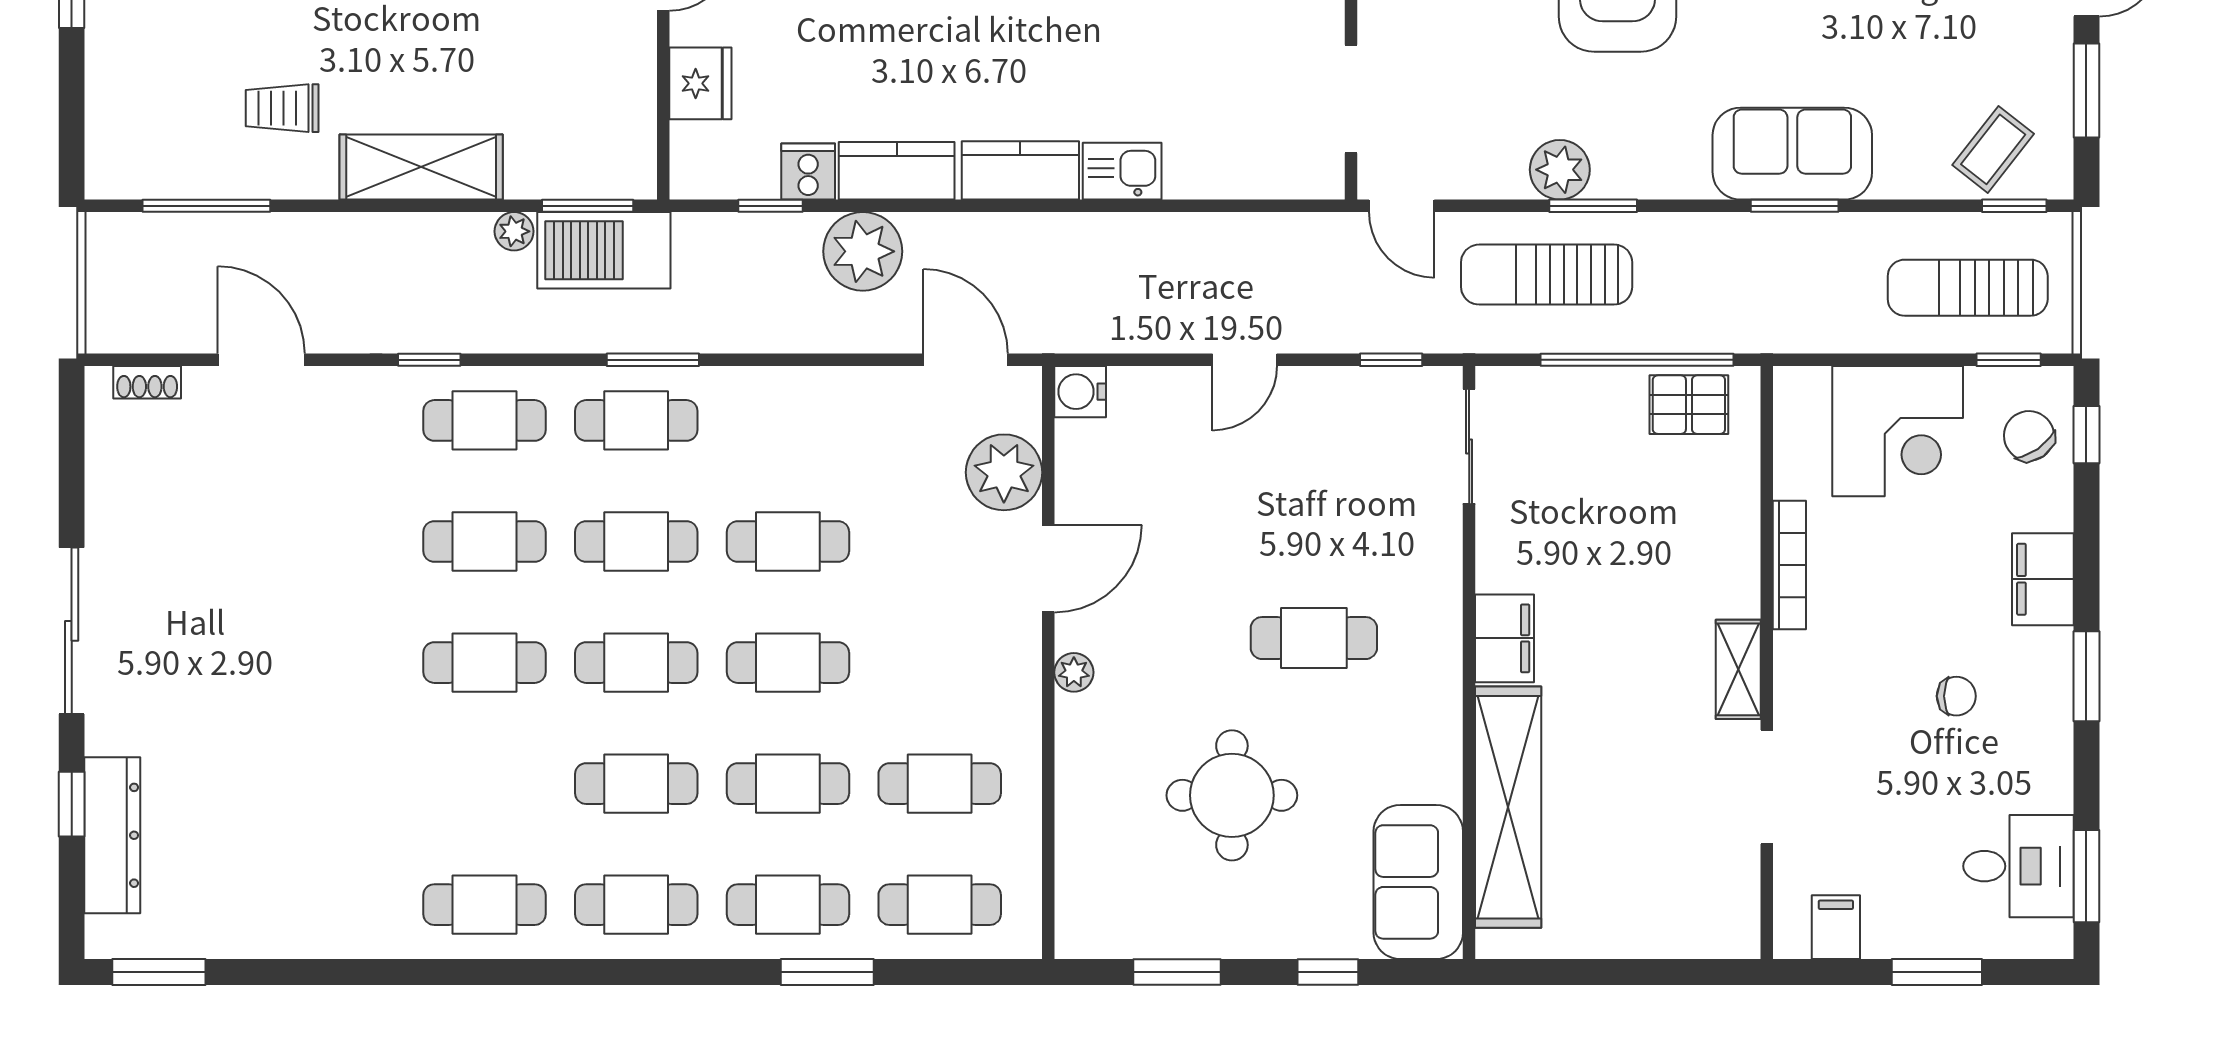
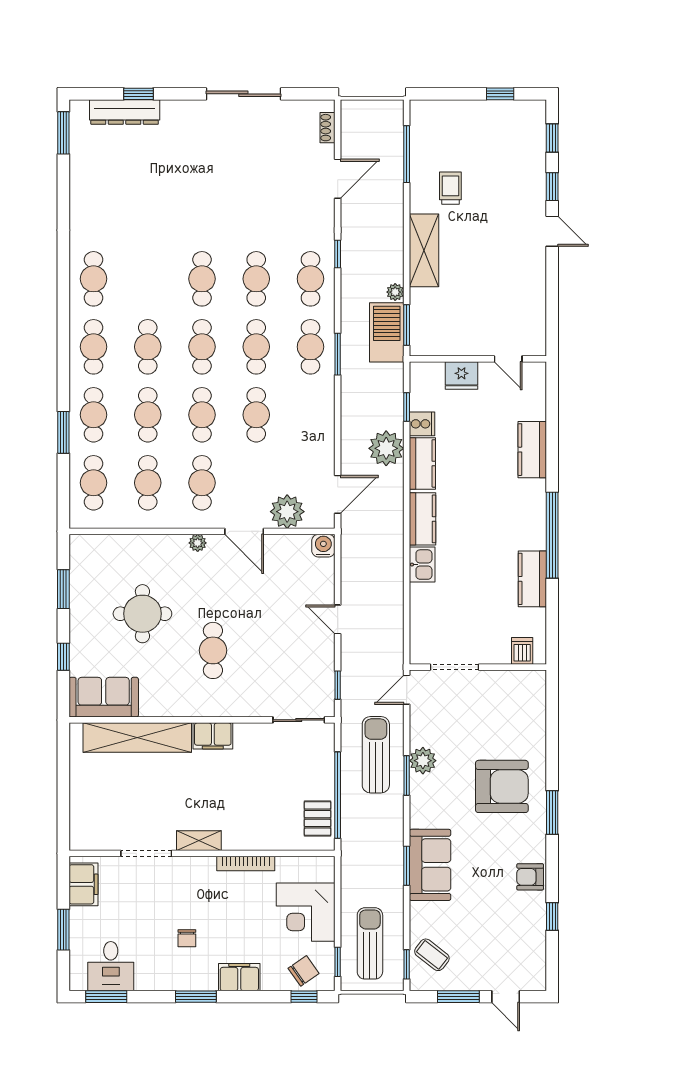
sliding door: (72, 631) -> (243, 94), moved
cafe table: (940, 663) -> (202, 483), added
filing cabinet: (1836, 927) -> (83, 884), width x2.00

